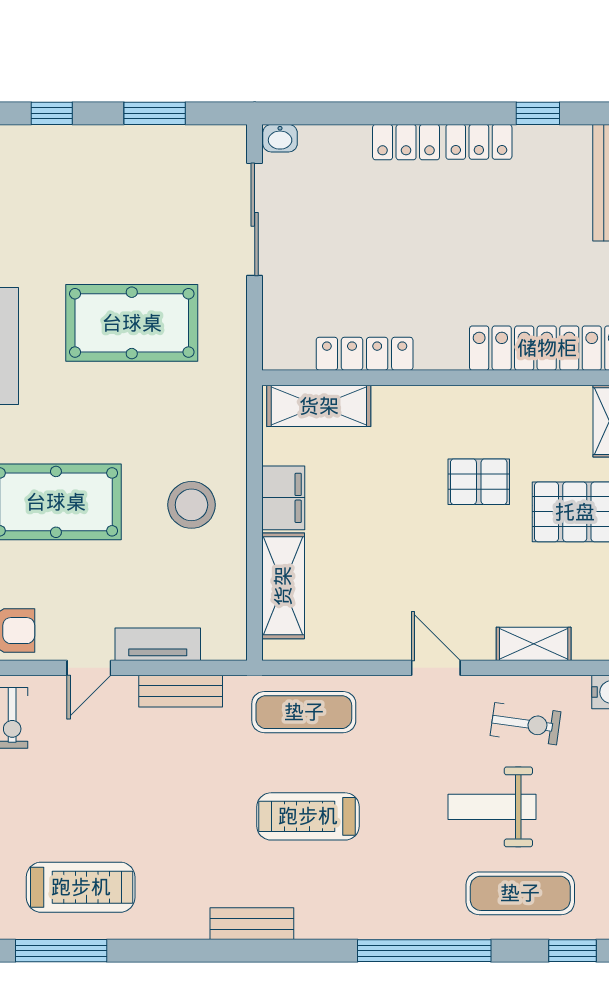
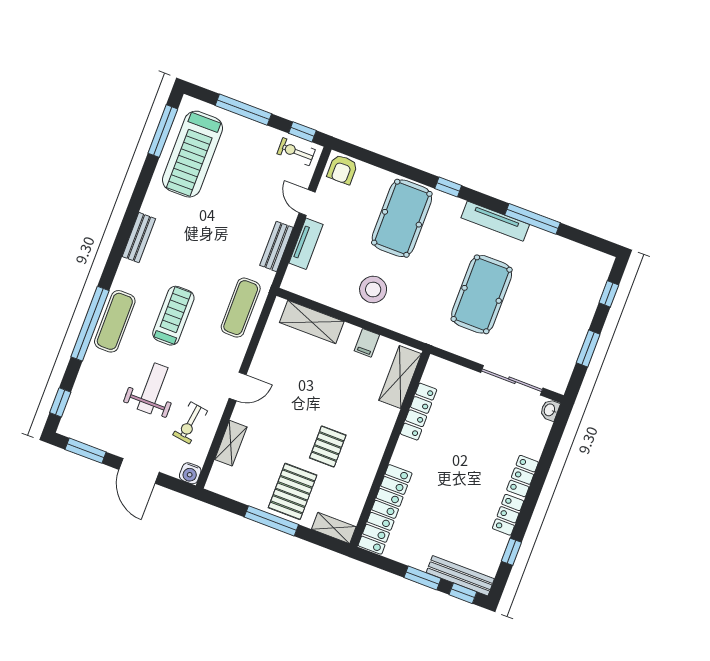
filing cabinet: (283, 498) -> (367, 343), width x0.50
treadmill: (308, 816) -> (173, 316), moved
treadmill: (81, 887) -> (193, 154), width x1.37, depth x1.38
exercise mat: (520, 893) -> (115, 321), moved

